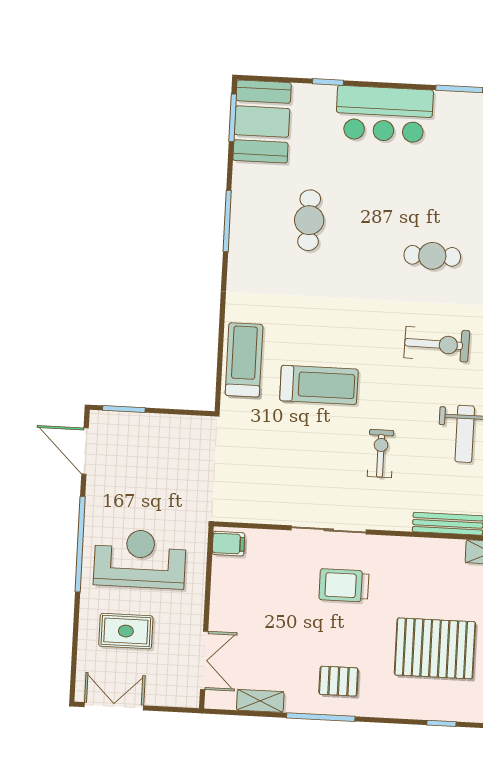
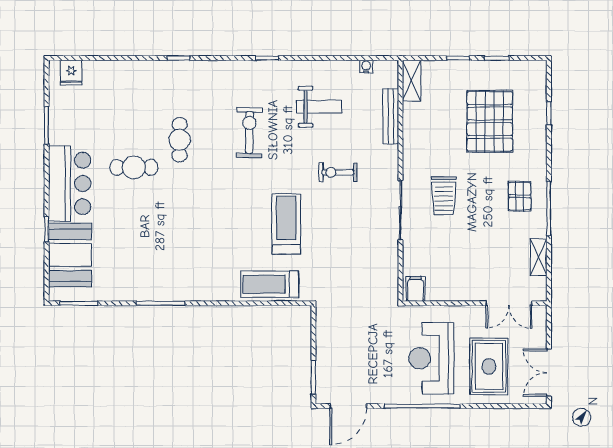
booth: (262, 122) -> (70, 255), moved, turned 90
cafe table: (309, 220) -> (134, 167), moved
rug: (126, 631) -> (489, 366), width x1.36, depth x1.43
double door: (204, 660) -> (509, 303), swing flipped

